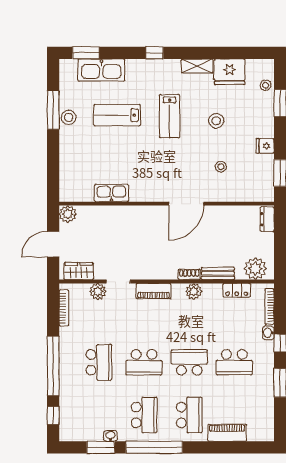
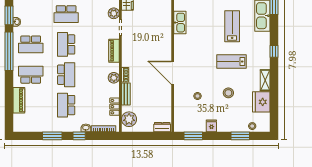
school desk: (189, 415) -> (31, 75), turned 180

